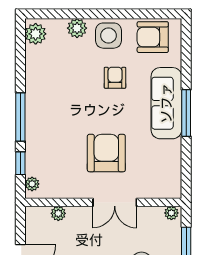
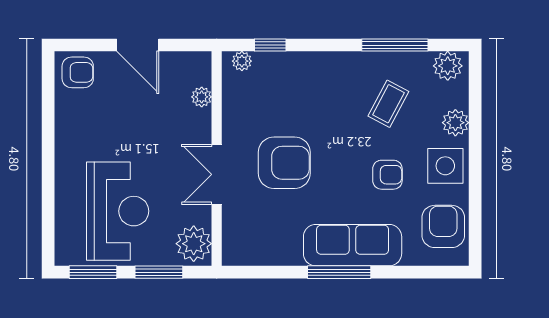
coffee table: (63, 77) -> (388, 104), added
window: (20, 117) -> (395, 45), moved
plant: (171, 213) -> (194, 244), width x1.88, depth x1.88

